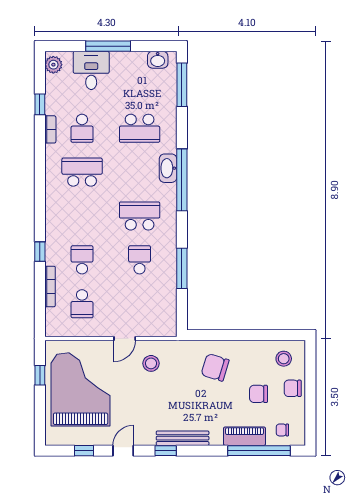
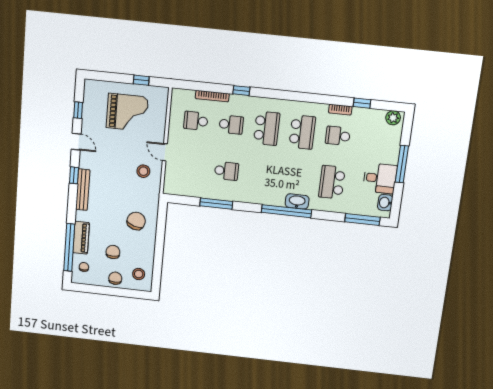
desk: (91, 70) -> (380, 178), moved
school desk: (140, 216) -> (267, 128), moved
grand piano: (81, 389) -> (127, 112), width x0.73, depth x0.68

